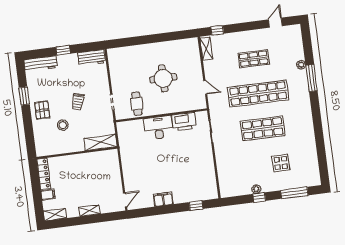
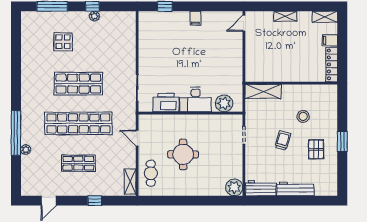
window: (217, 30) -> (95, 201), moved
window: (63, 50) -> (292, 201), removed
plant: (115, 55) -> (234, 187), added
workbench: (41, 64) -> (295, 189), moved
window: (312, 78) -> (16, 133), width x1.46
window: (24, 96) -> (342, 141), moved
cafe table: (137, 104) -> (151, 173), moved
pallet: (42, 110) -> (316, 149), moved
plant: (133, 128) -> (224, 103), added
filing cabinet: (163, 199) -> (195, 18), width x0.50

